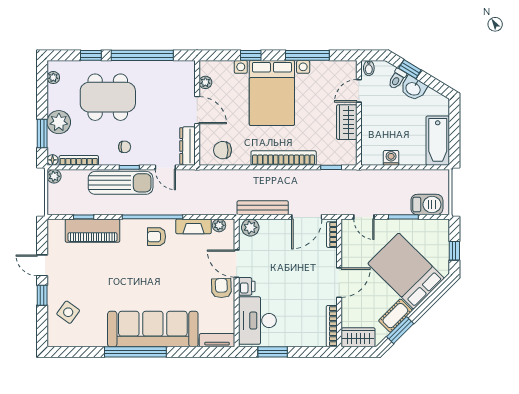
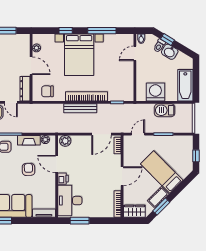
wardrobe: (347, 122) -> (127, 73), removed
washing machine: (391, 158) -> (155, 92), width x1.89, depth x1.89
barbecue: (427, 205) -> (165, 110), moved, turned 180
bench: (263, 208) -> (80, 108), moved
door: (364, 217) -> (138, 134), swing flipped
bed: (406, 271) -> (162, 172), width x0.67
armchair: (221, 288) -> (28, 169), moved

